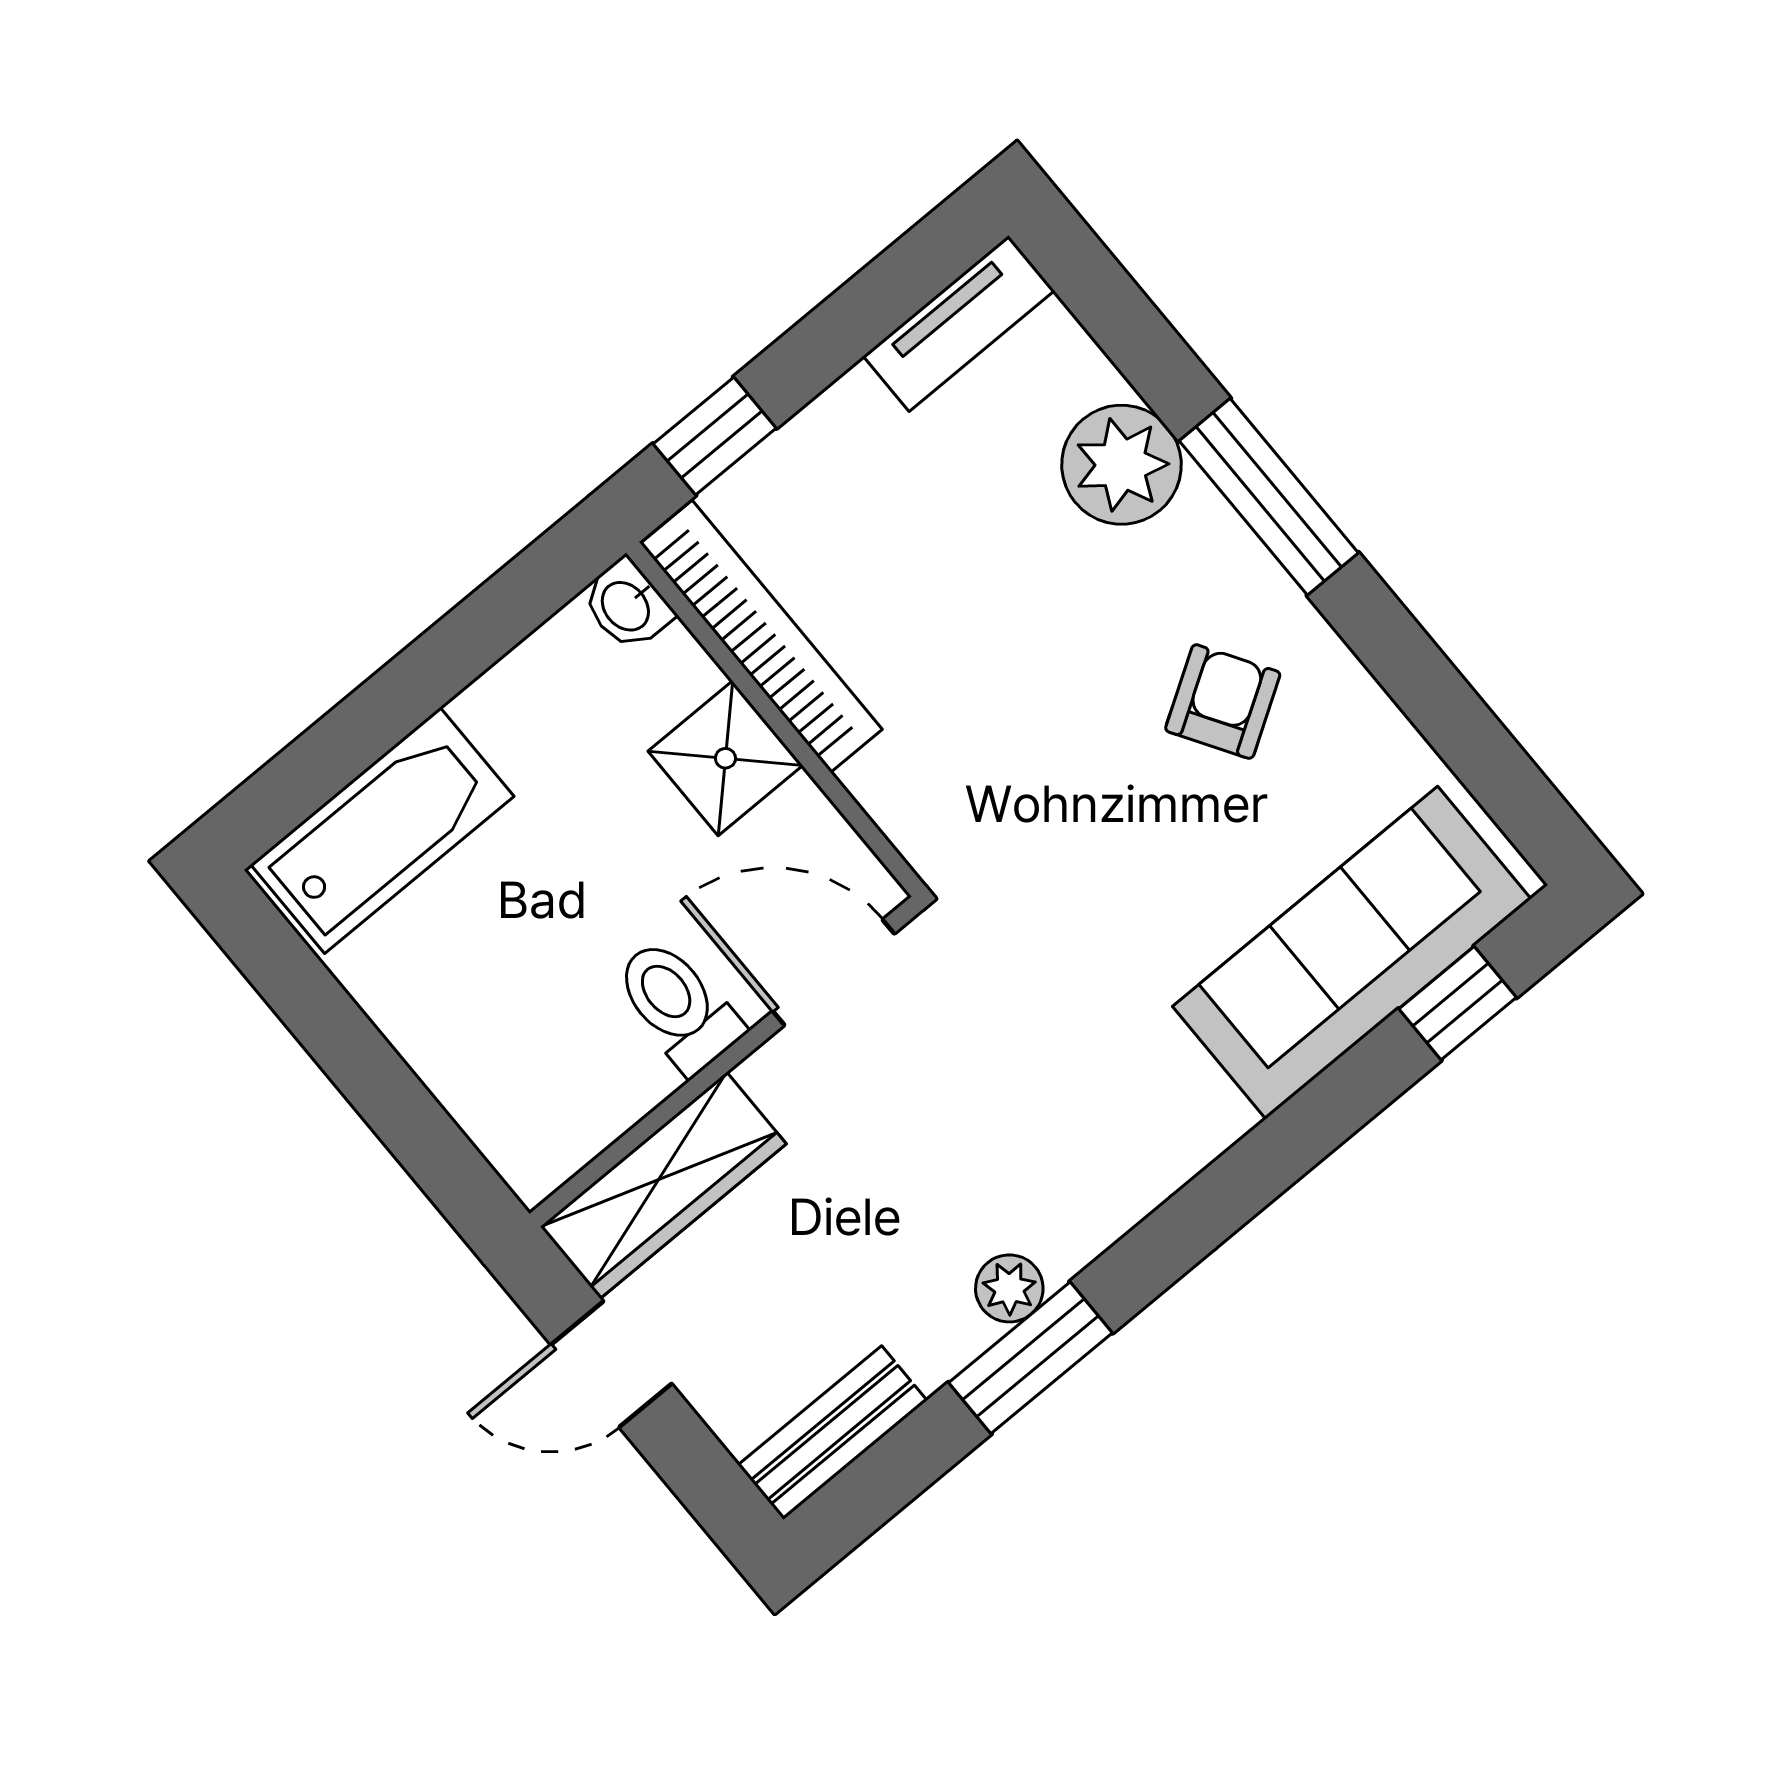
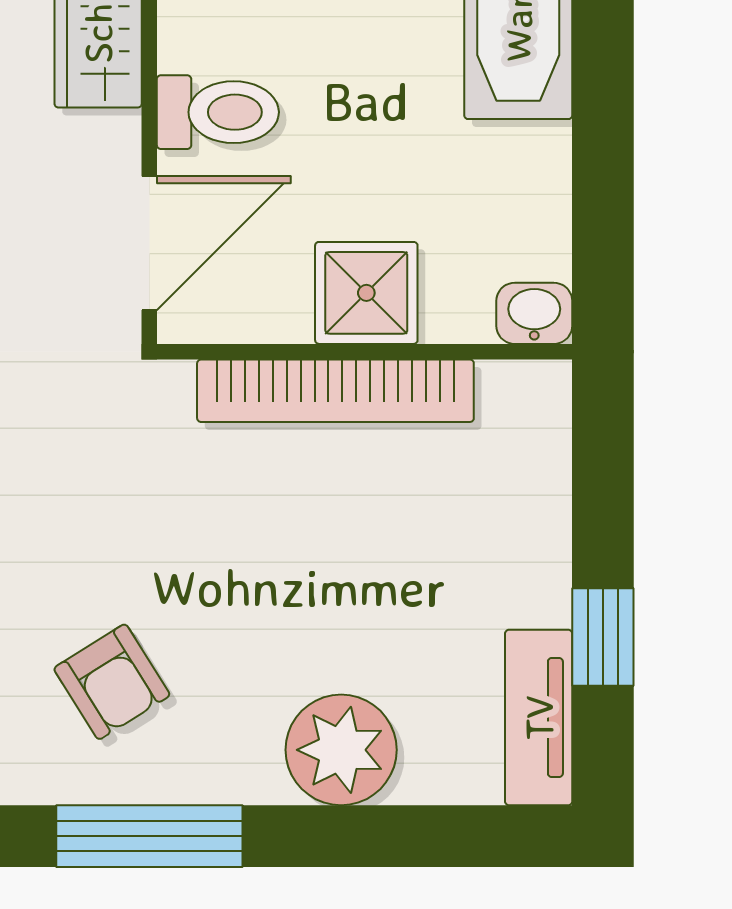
window: (715, 436) -> (603, 637), moved
window: (1269, 497) -> (149, 836), moved
bookcase: (761, 636) -> (335, 391), moved

